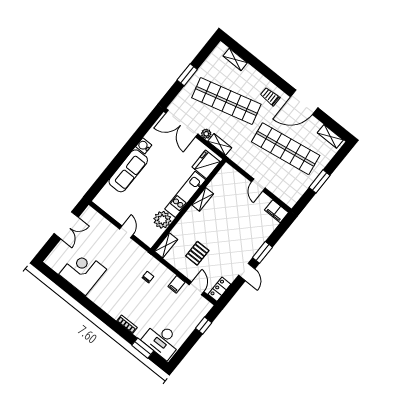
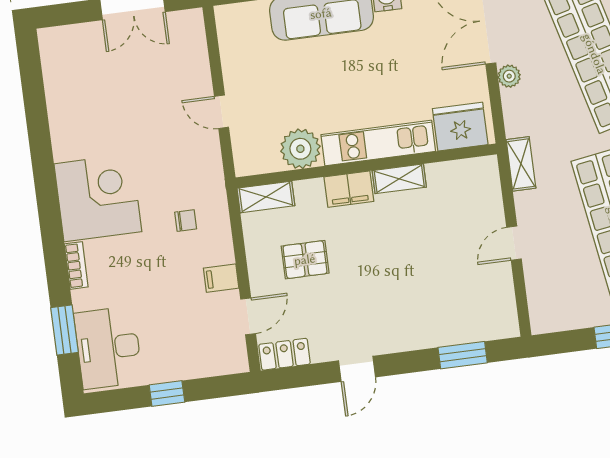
shelving: (220, 144) -> (521, 164), moved
filing cabinet: (276, 211) -> (349, 189), moved, turned -90
door: (126, 232) -> (222, 112), swing flipped
window: (262, 252) -> (463, 355), moved
corner desk: (83, 272) -> (98, 198), moved
window: (204, 326) -> (167, 394), moved

